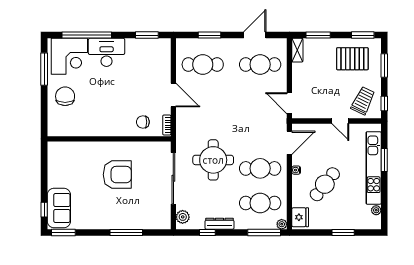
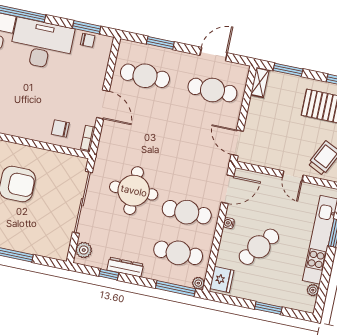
chair: (150, 45) -> (88, 40), added
desk: (107, 52) -> (42, 44), width x1.36, depth x1.30

